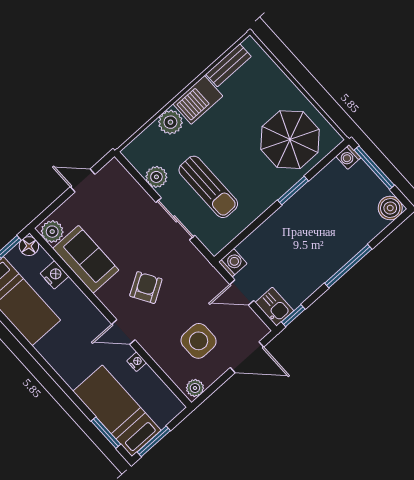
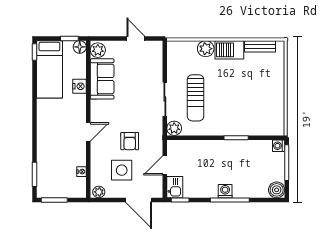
parasol: (290, 140) -> (257, 111), removed
plant: (156, 177) -> (174, 128), moved
washing machine: (233, 263) -> (225, 191), moved, turned -90
nightstand: (54, 275) -> (80, 86), moved
armchair: (146, 288) -> (130, 141), moved, turned 121
door: (242, 293) -> (165, 165), hinge flipped
door: (123, 332) -> (88, 132), swing flipped
nightstand: (137, 362) -> (81, 172), moved
bed: (117, 411) -> (50, 168), removed

